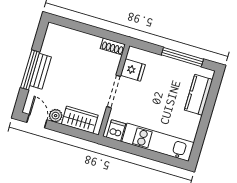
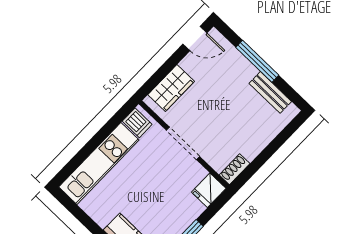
fridge: (133, 70) -> (209, 190), moved
bench: (41, 71) -> (270, 92), moved
plant: (56, 116) -> (190, 63), removed

